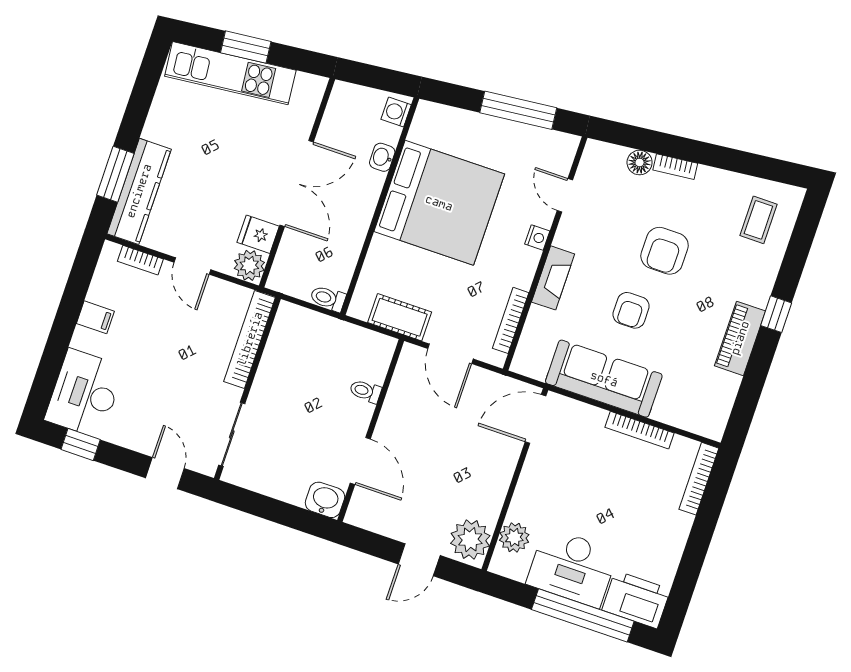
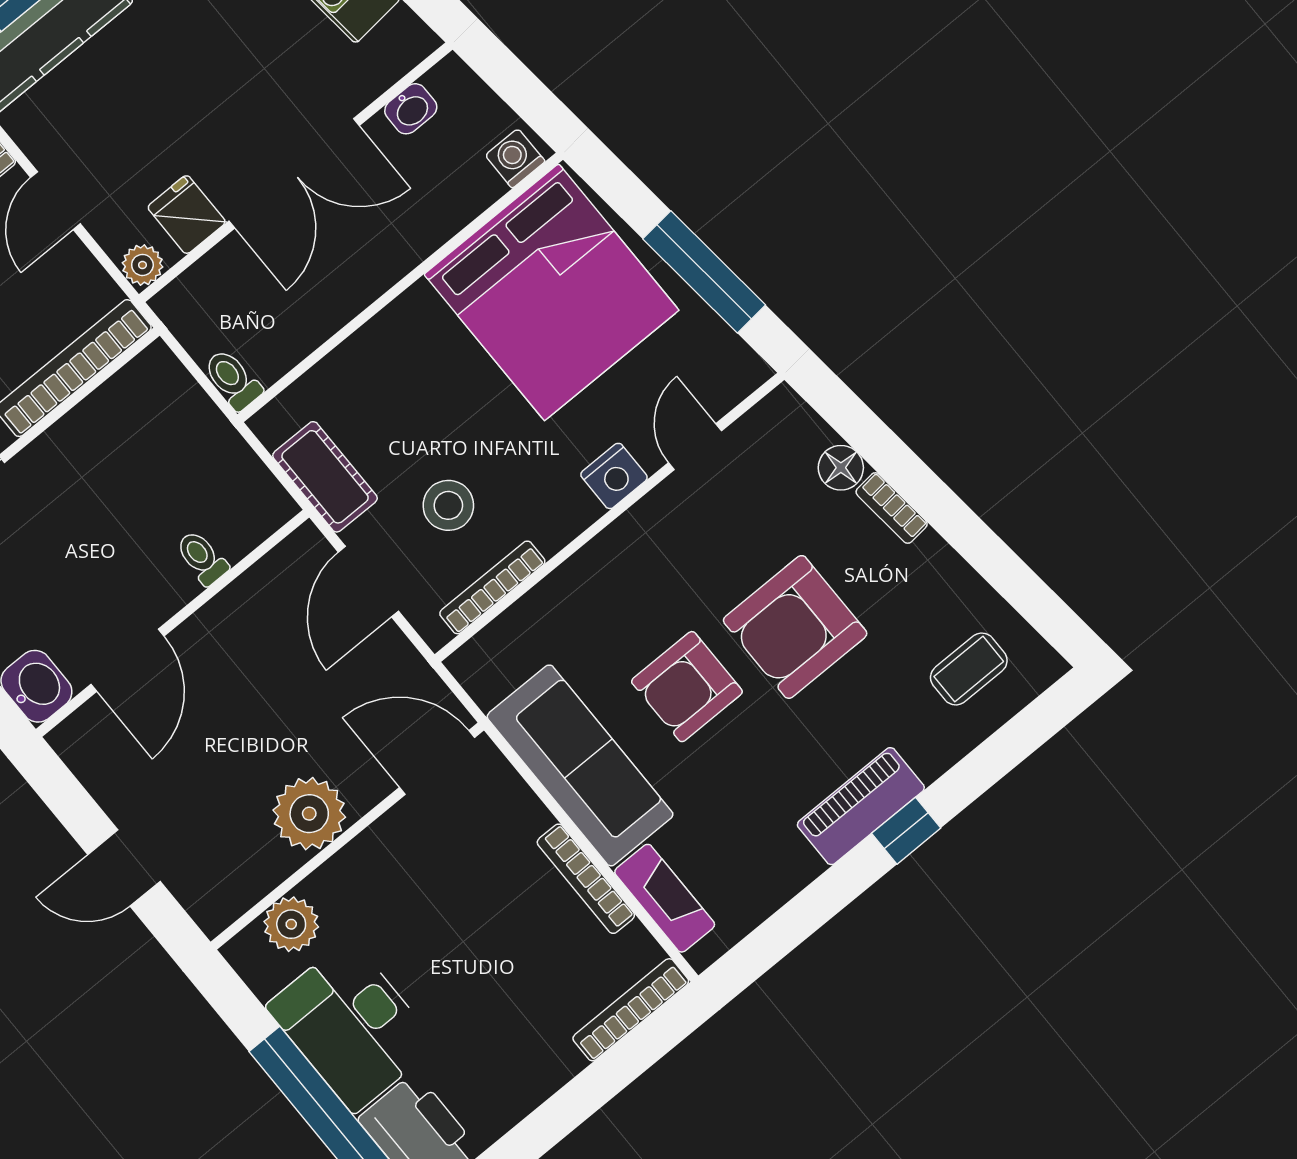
washbasin: (382, 157) -> (411, 109), moved, turned 180
bed: (439, 203) -> (551, 292), moved
nightstand: (537, 237) -> (614, 476), width x1.39, depth x1.35
armchair: (665, 251) -> (795, 627), width x1.36, depth x1.36
plant: (249, 265) -> (142, 265), width x0.73, depth x0.73
fireplace: (553, 278) -> (665, 898), moved, turned -90
stool: (466, 295) -> (448, 505), added
armchair: (631, 310) -> (687, 687), width x1.38, depth x1.38
piano: (740, 338) -> (861, 806), moved
plant: (470, 540) -> (309, 814), moved

